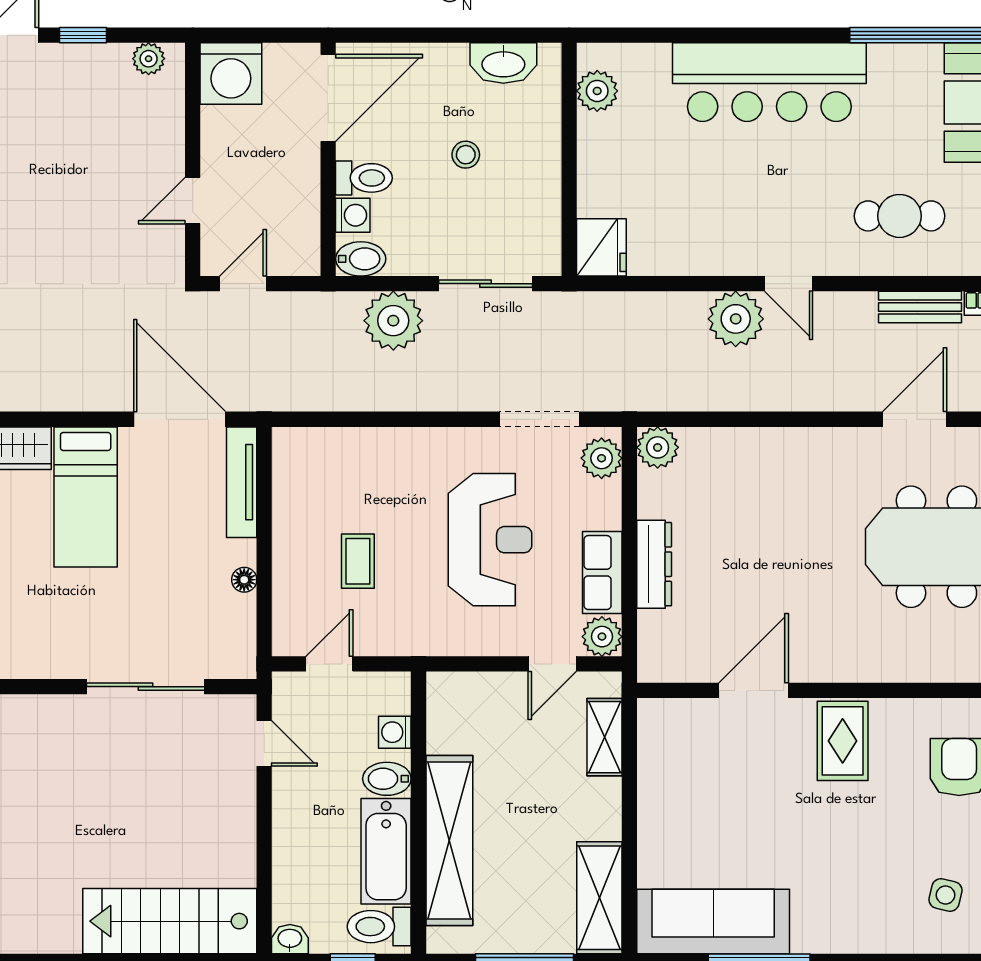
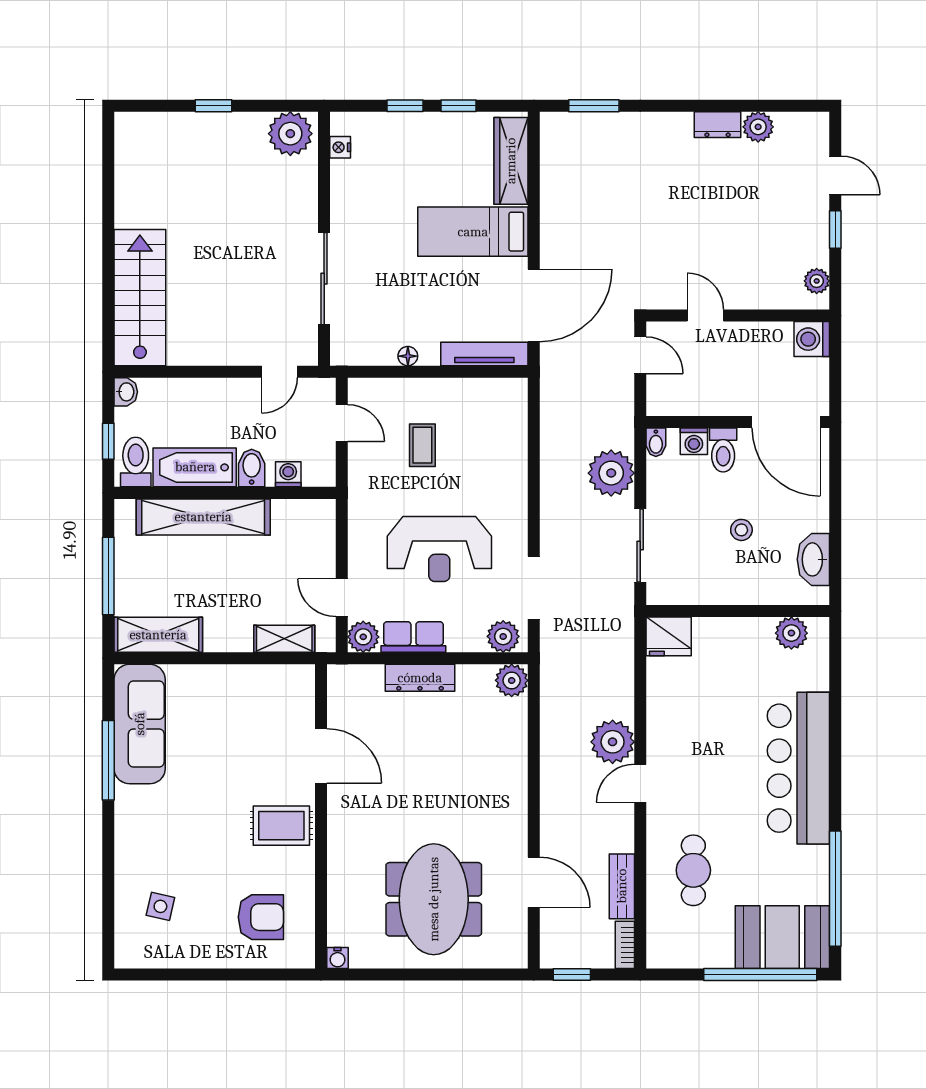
washing machine: (231, 73) -> (812, 339), width x0.73, depth x0.73
bidet: (361, 259) -> (656, 442), width x0.72, depth x0.74
coffee table: (358, 561) -> (422, 445), turned 90

